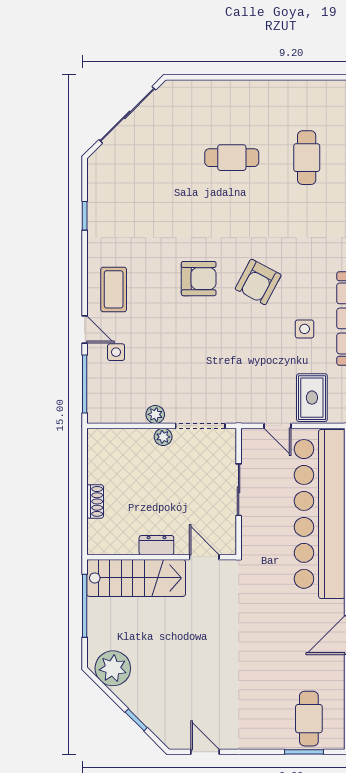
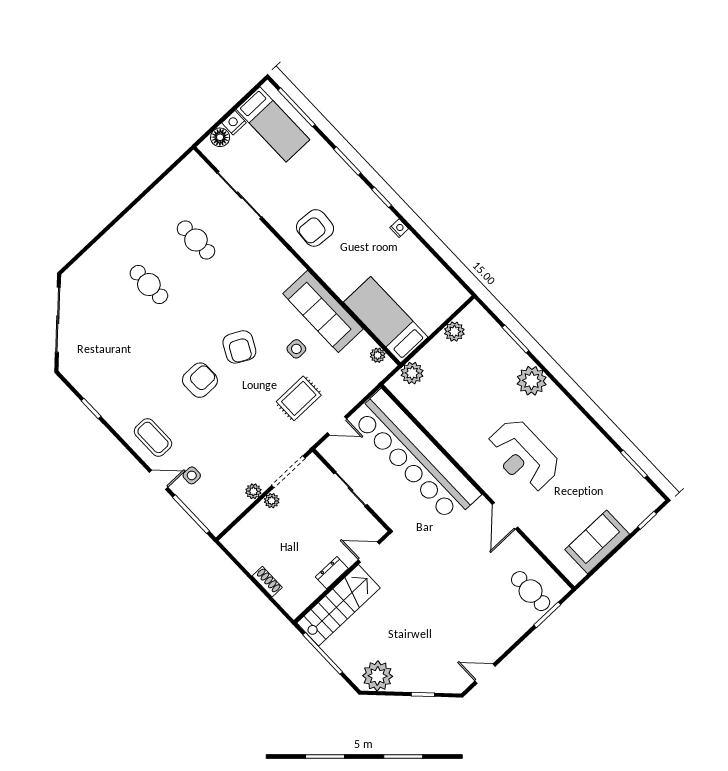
cafe table: (232, 158) -> (149, 285), turned 90
rug: (312, 398) -> (299, 398), moved, turned 90

